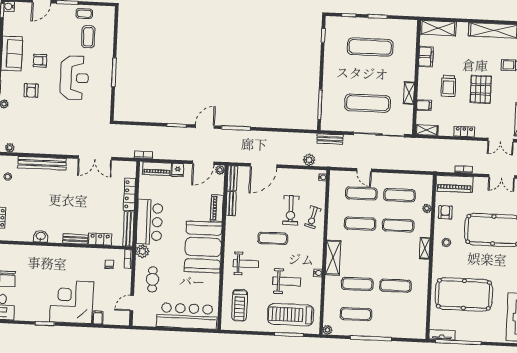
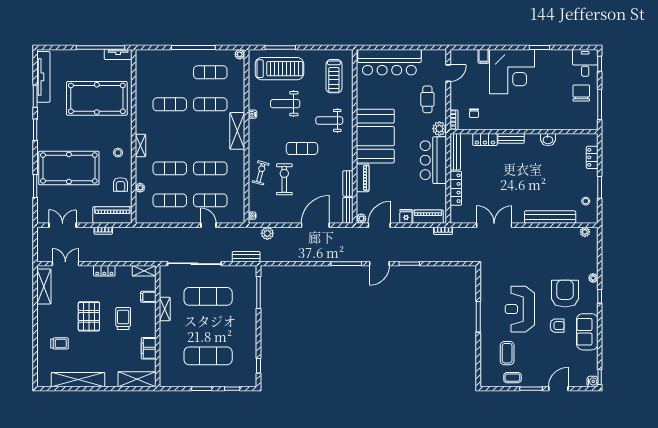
armchair: (31, 90) -> (565, 294), width x1.88, depth x1.88
treadmill: (240, 305) -> (334, 76), turned 180

